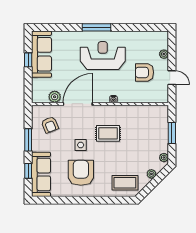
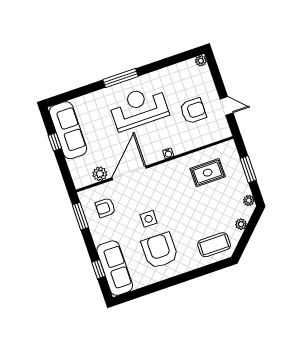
plant: (164, 54) -> (201, 61), moved
armchair: (144, 72) -> (193, 111), turned 180
armchair: (50, 125) -> (105, 208), turned 112
rug: (108, 133) -> (208, 173), moved
window: (28, 140) -> (80, 216), moved

